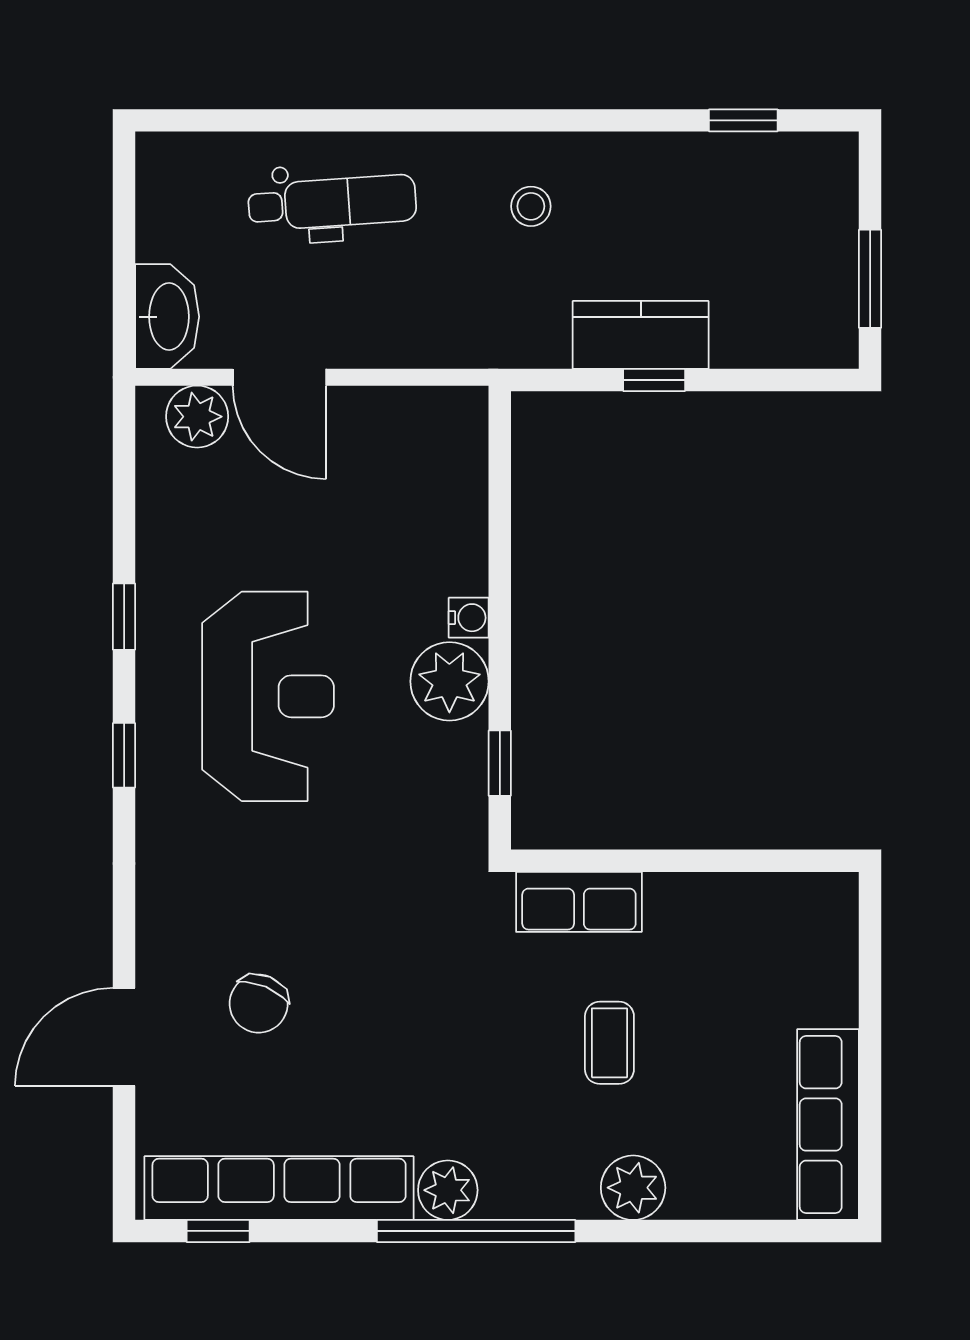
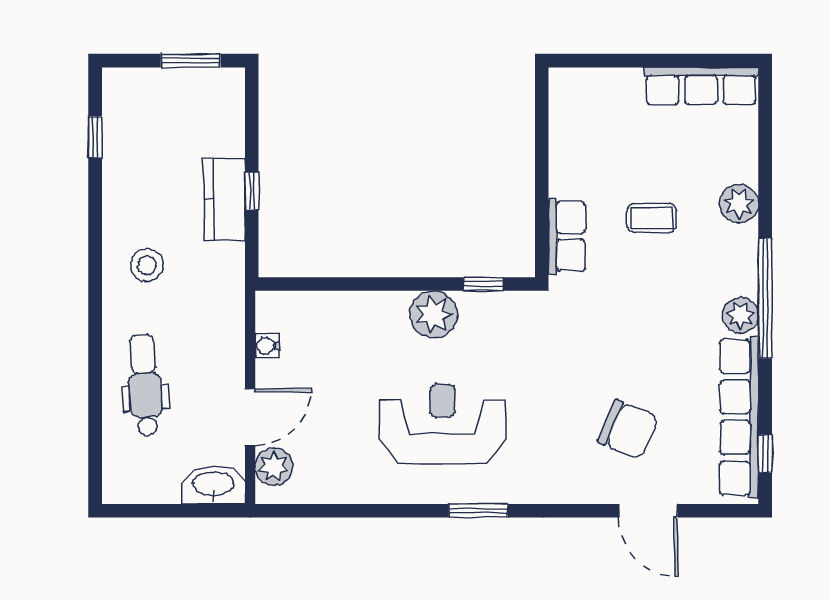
stool: (531, 206) -> (147, 265), width x1.37, depth x1.37
window: (124, 617) -> (394, 511), removed
water cooler: (469, 618) -> (267, 346), moved, turned -90
window: (124, 755) -> (478, 511), width x1.50
chair: (259, 1004) -> (628, 429), width x1.37, depth x1.37

